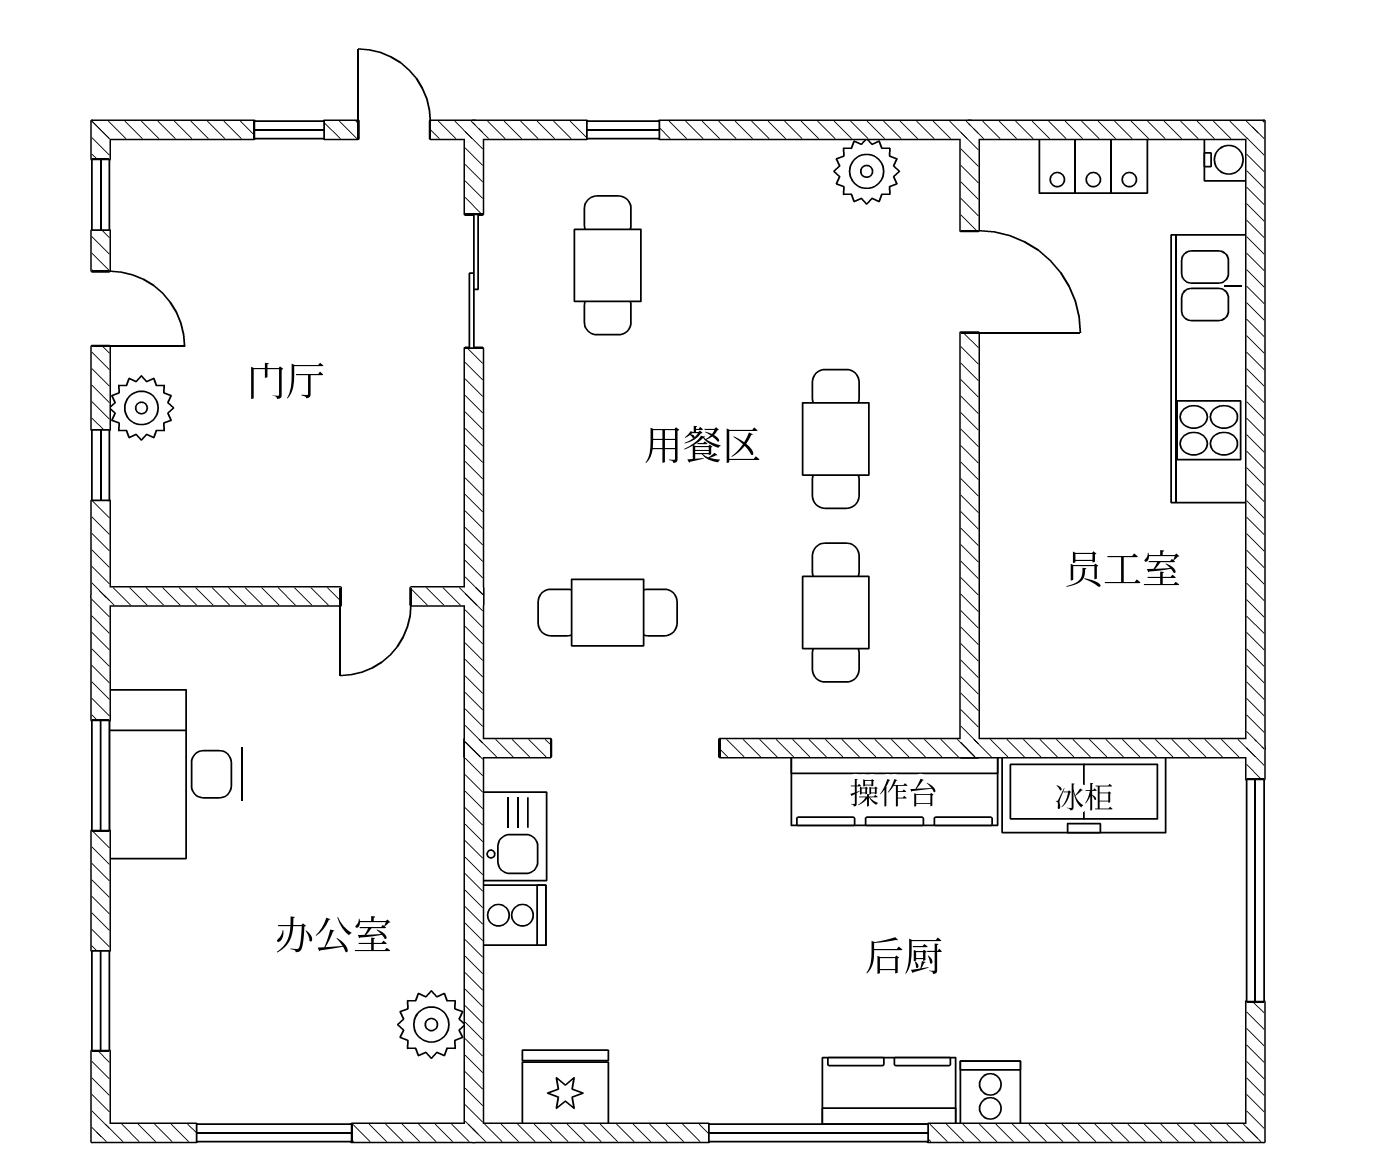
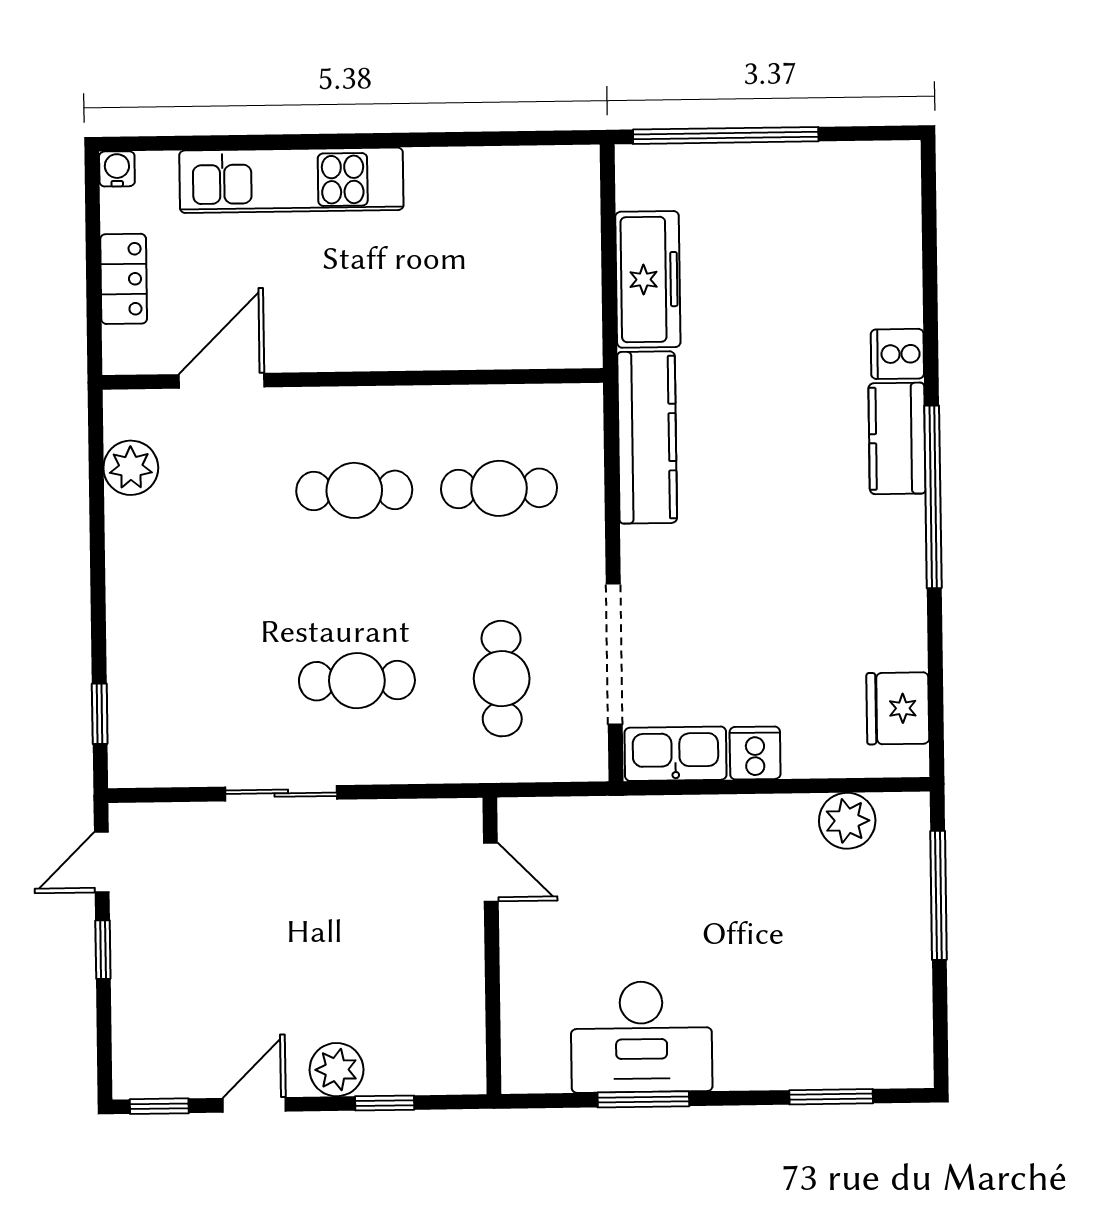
window: (623, 130) -> (100, 714), moved
cafe table: (608, 265) -> (357, 681), moved
sliding door: (474, 281) -> (281, 793), moved
kitchen sink: (515, 836) -> (675, 754), width x1.38
window: (274, 1133) -> (939, 895), moved

